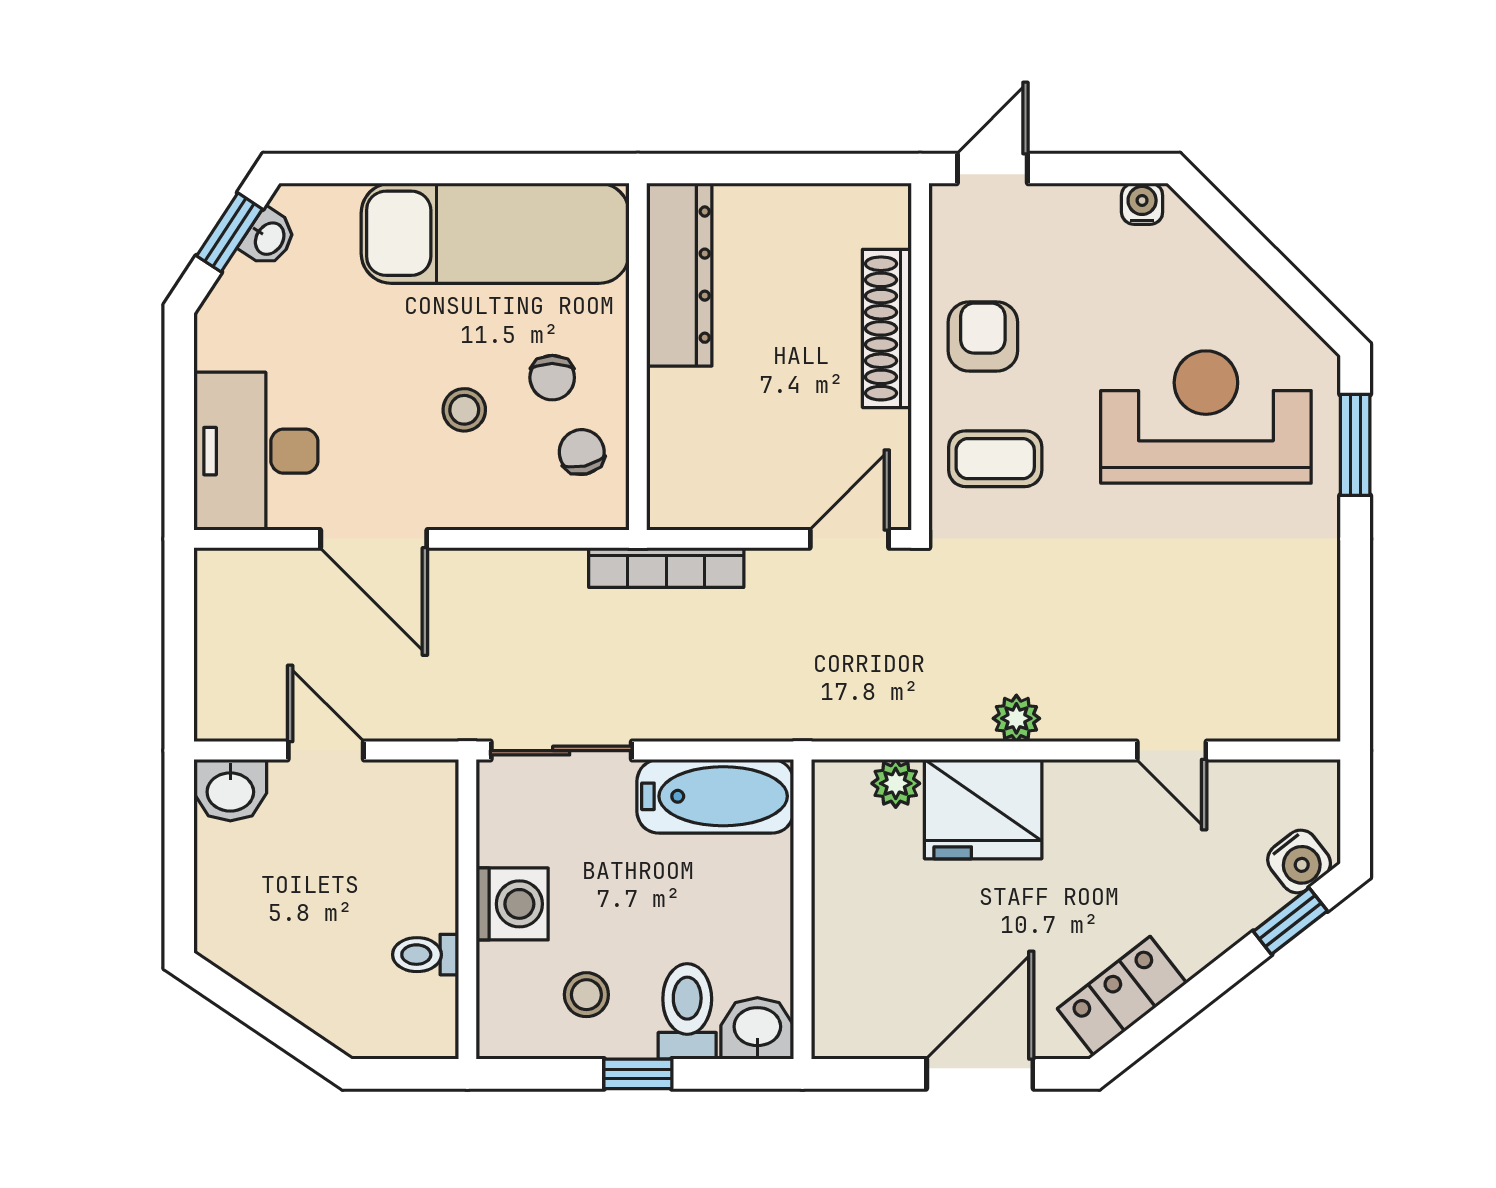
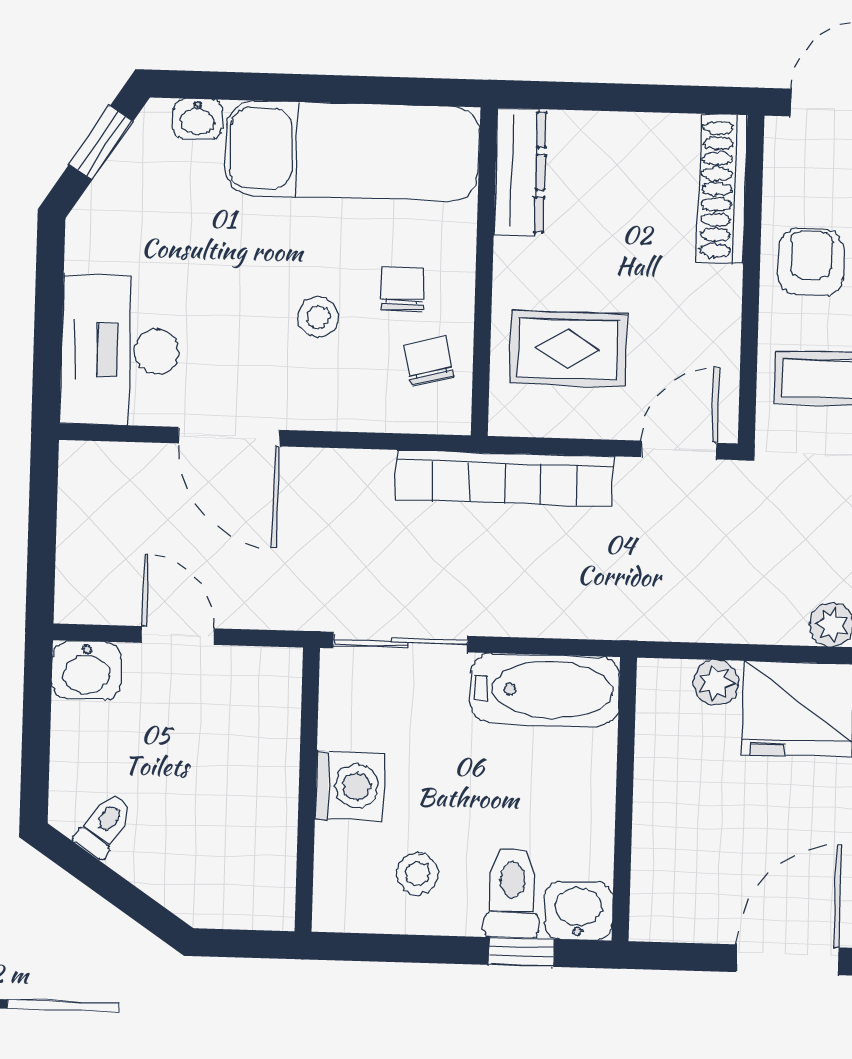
washbasin: (269, 238) -> (198, 119), moved, turned 57
dresser: (679, 275) -> (520, 172), width x0.73, depth x0.80
shoe rack: (887, 328) -> (722, 189), moved
chair: (552, 378) -> (403, 289), turned 180
rug: (729, 435) -> (568, 349), added
bookcase: (666, 568) -> (505, 478), width x1.48, depth x1.31
toilet: (426, 955) -> (104, 825), moved, turned 124
window: (638, 1074) -> (521, 952), moved

